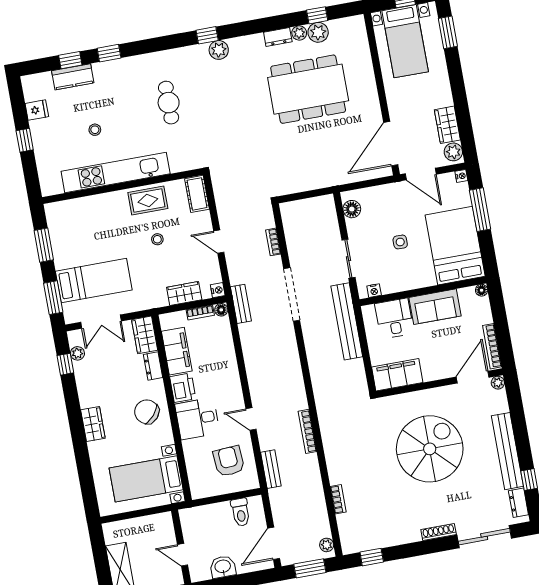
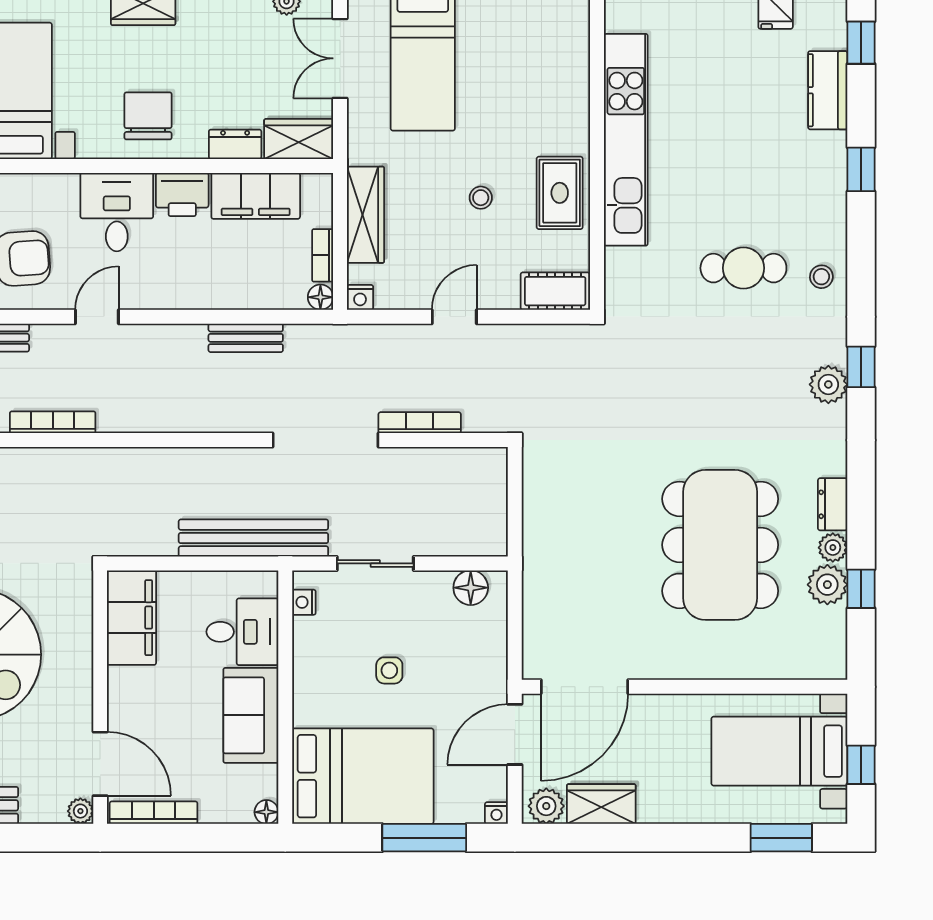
window: (70, 60) -> (861, 43), moved
stool: (95, 130) -> (821, 277), moved
door: (391, 144) -> (585, 687), swing flipped
bookcase: (273, 242) -> (420, 423), width x1.56
wardrobe: (184, 293) -> (366, 215), width x1.50
bench: (241, 304) -> (246, 338), moved
chair: (147, 412) -> (148, 116), turned -41

